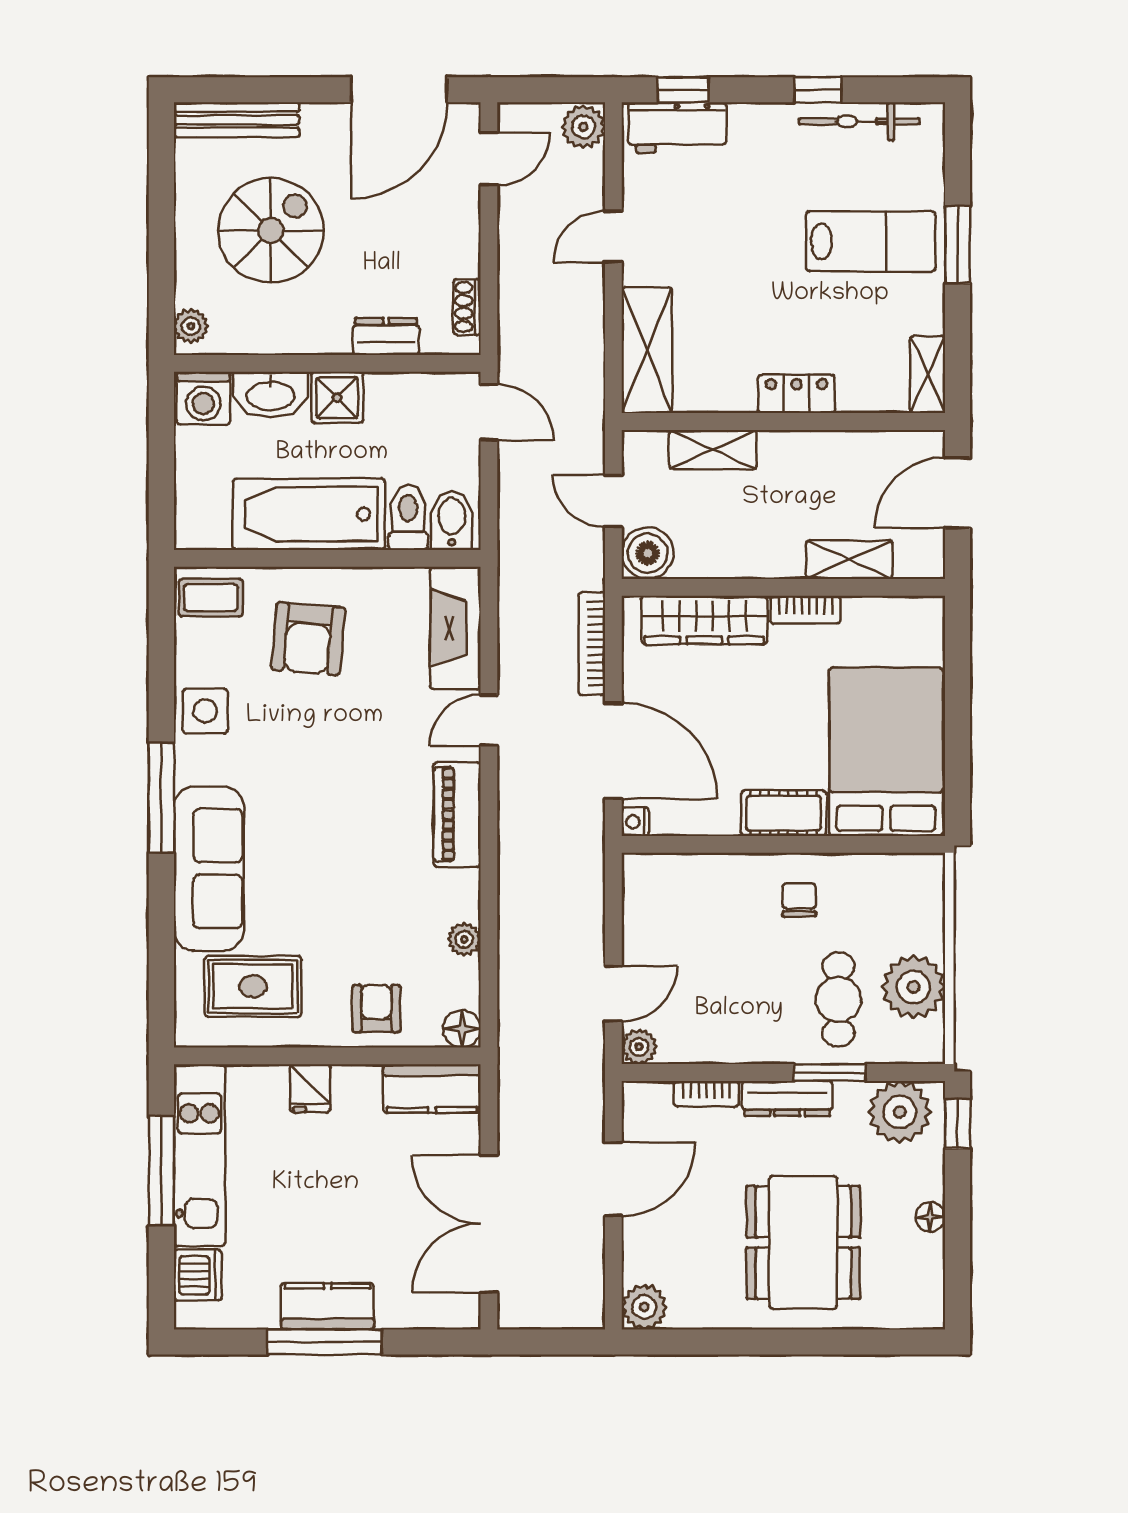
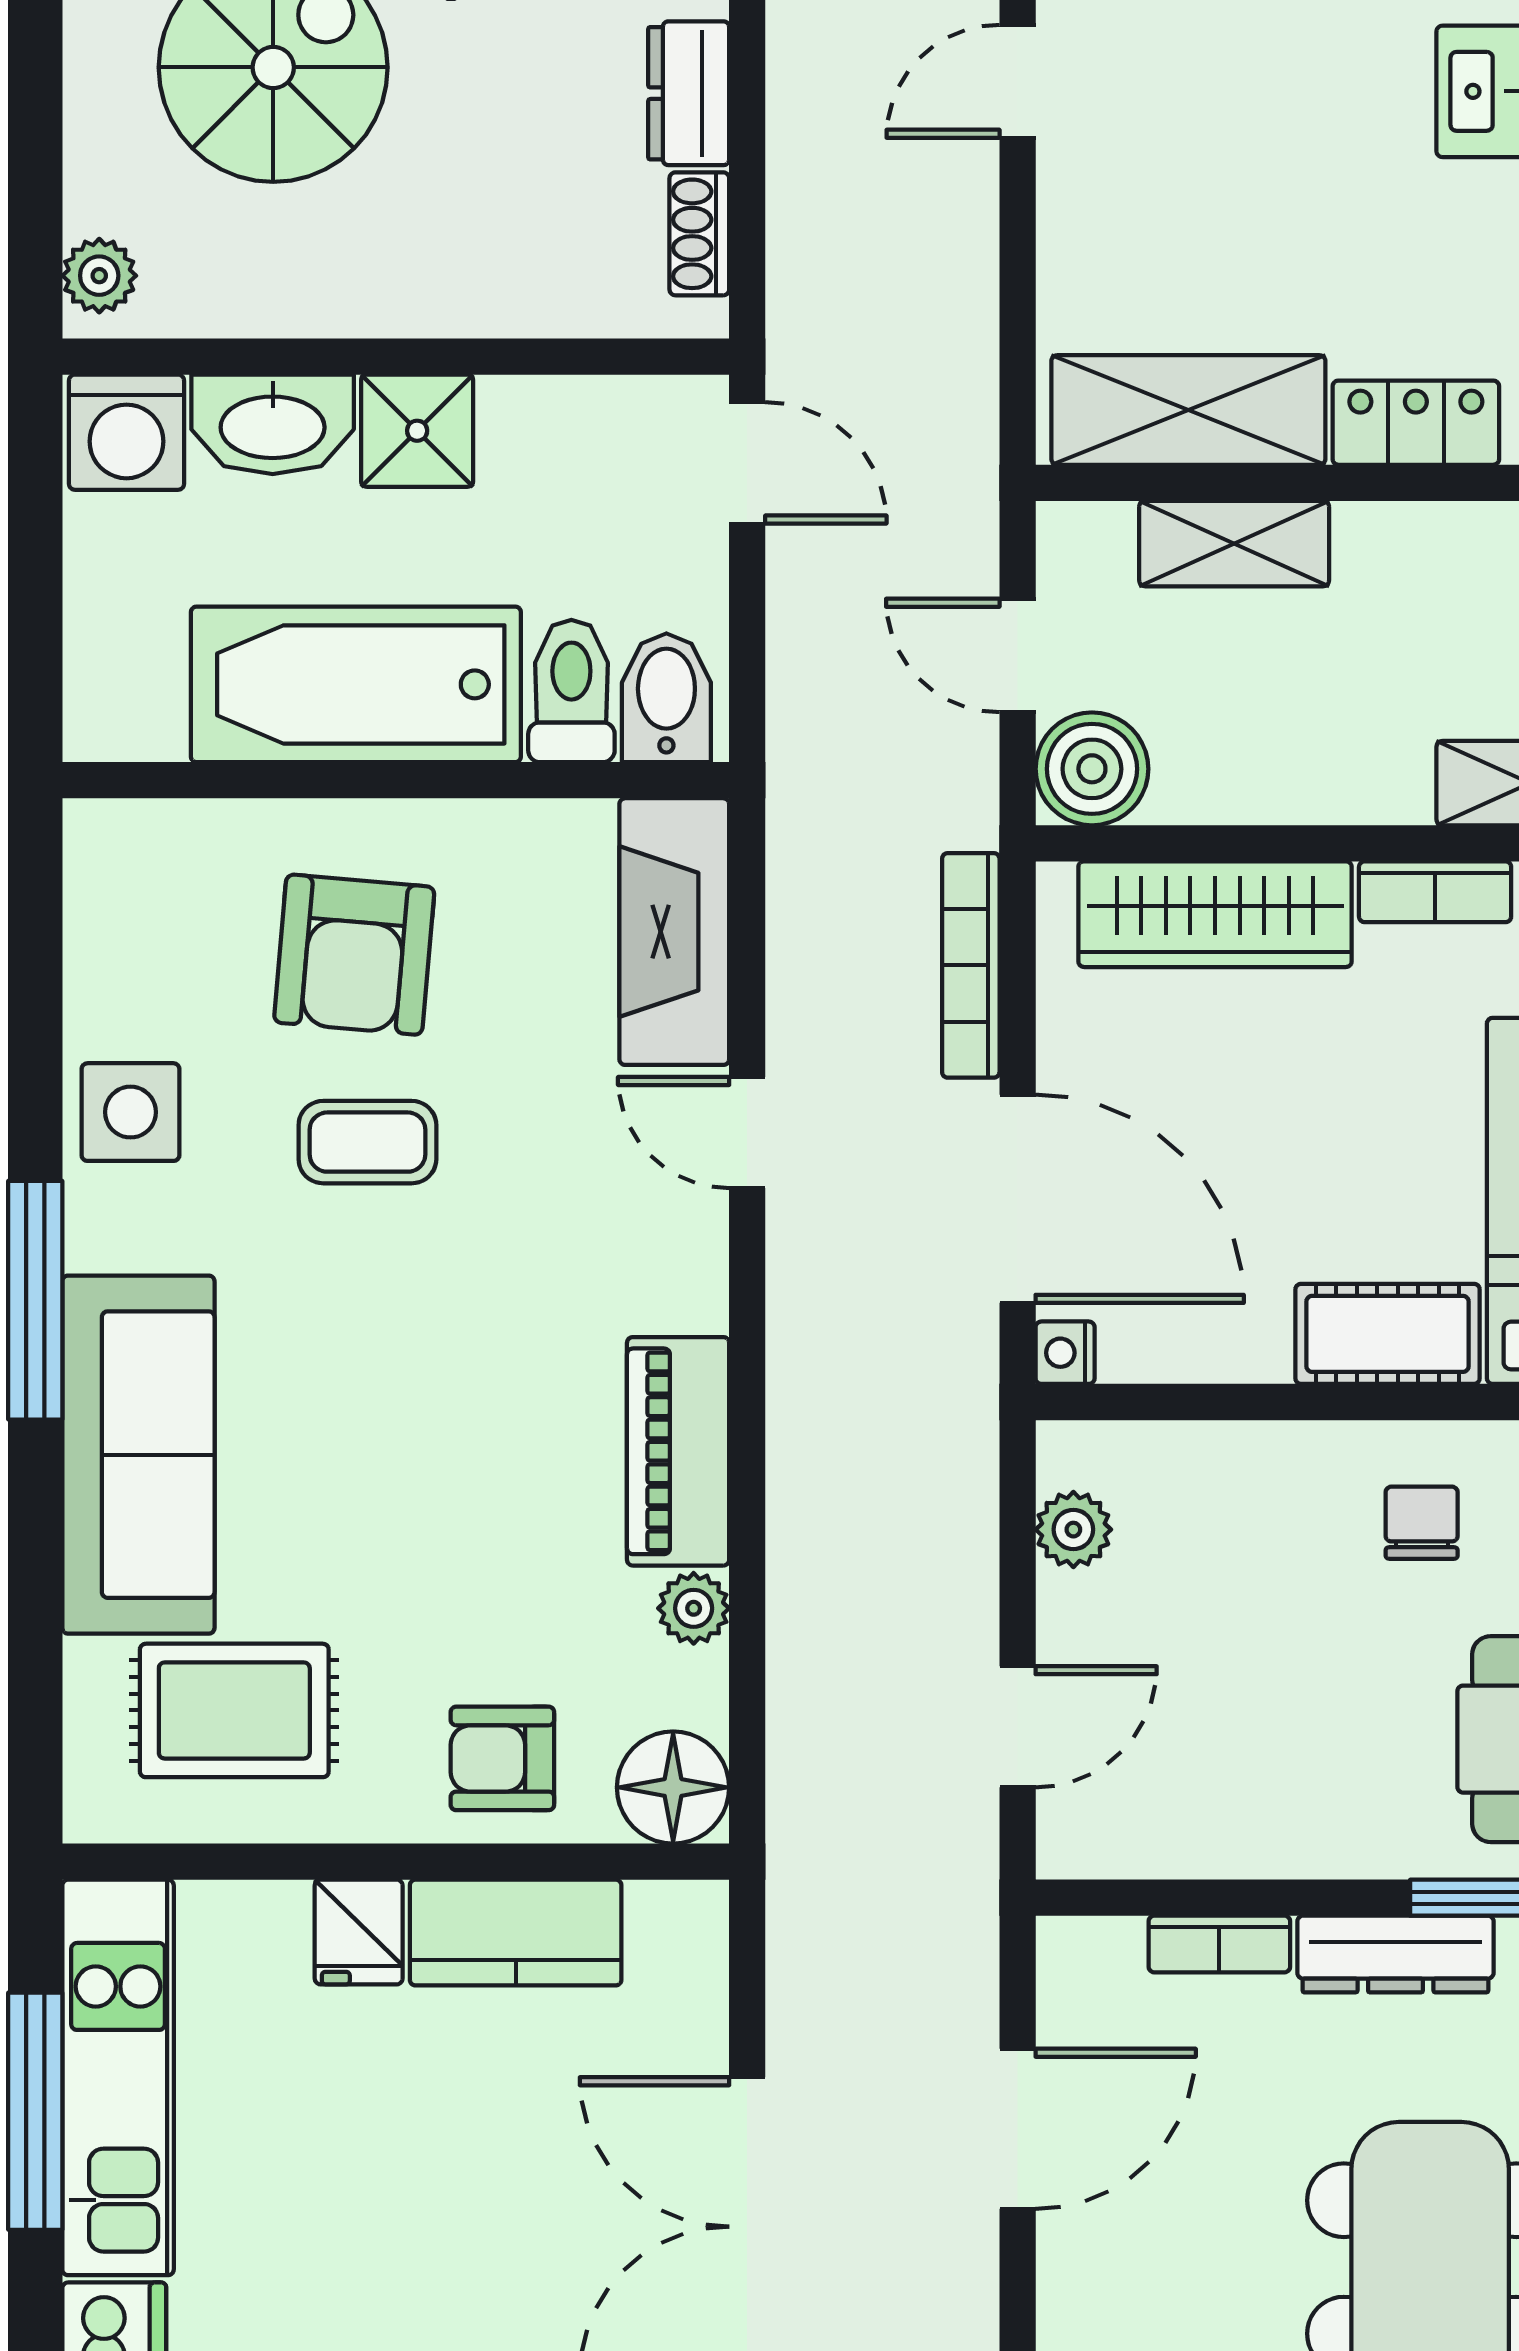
dresser: (386, 337) -> (689, 93), moved, turned -90
shelving: (647, 350) -> (1188, 410), moved, turned 90
coffee table: (211, 598) -> (367, 1142), moved
door: (489, 720) -> (747, 1133), hinge flipped
piano: (457, 814) -> (678, 1451), moved
armchair: (376, 1008) -> (502, 1758), turned -90
floor lamp: (462, 1029) -> (673, 1787), width x1.38, depth x1.38
plant: (639, 1047) -> (1073, 1530), moved
kitchen counter: (432, 1089) -> (516, 1933), moved

